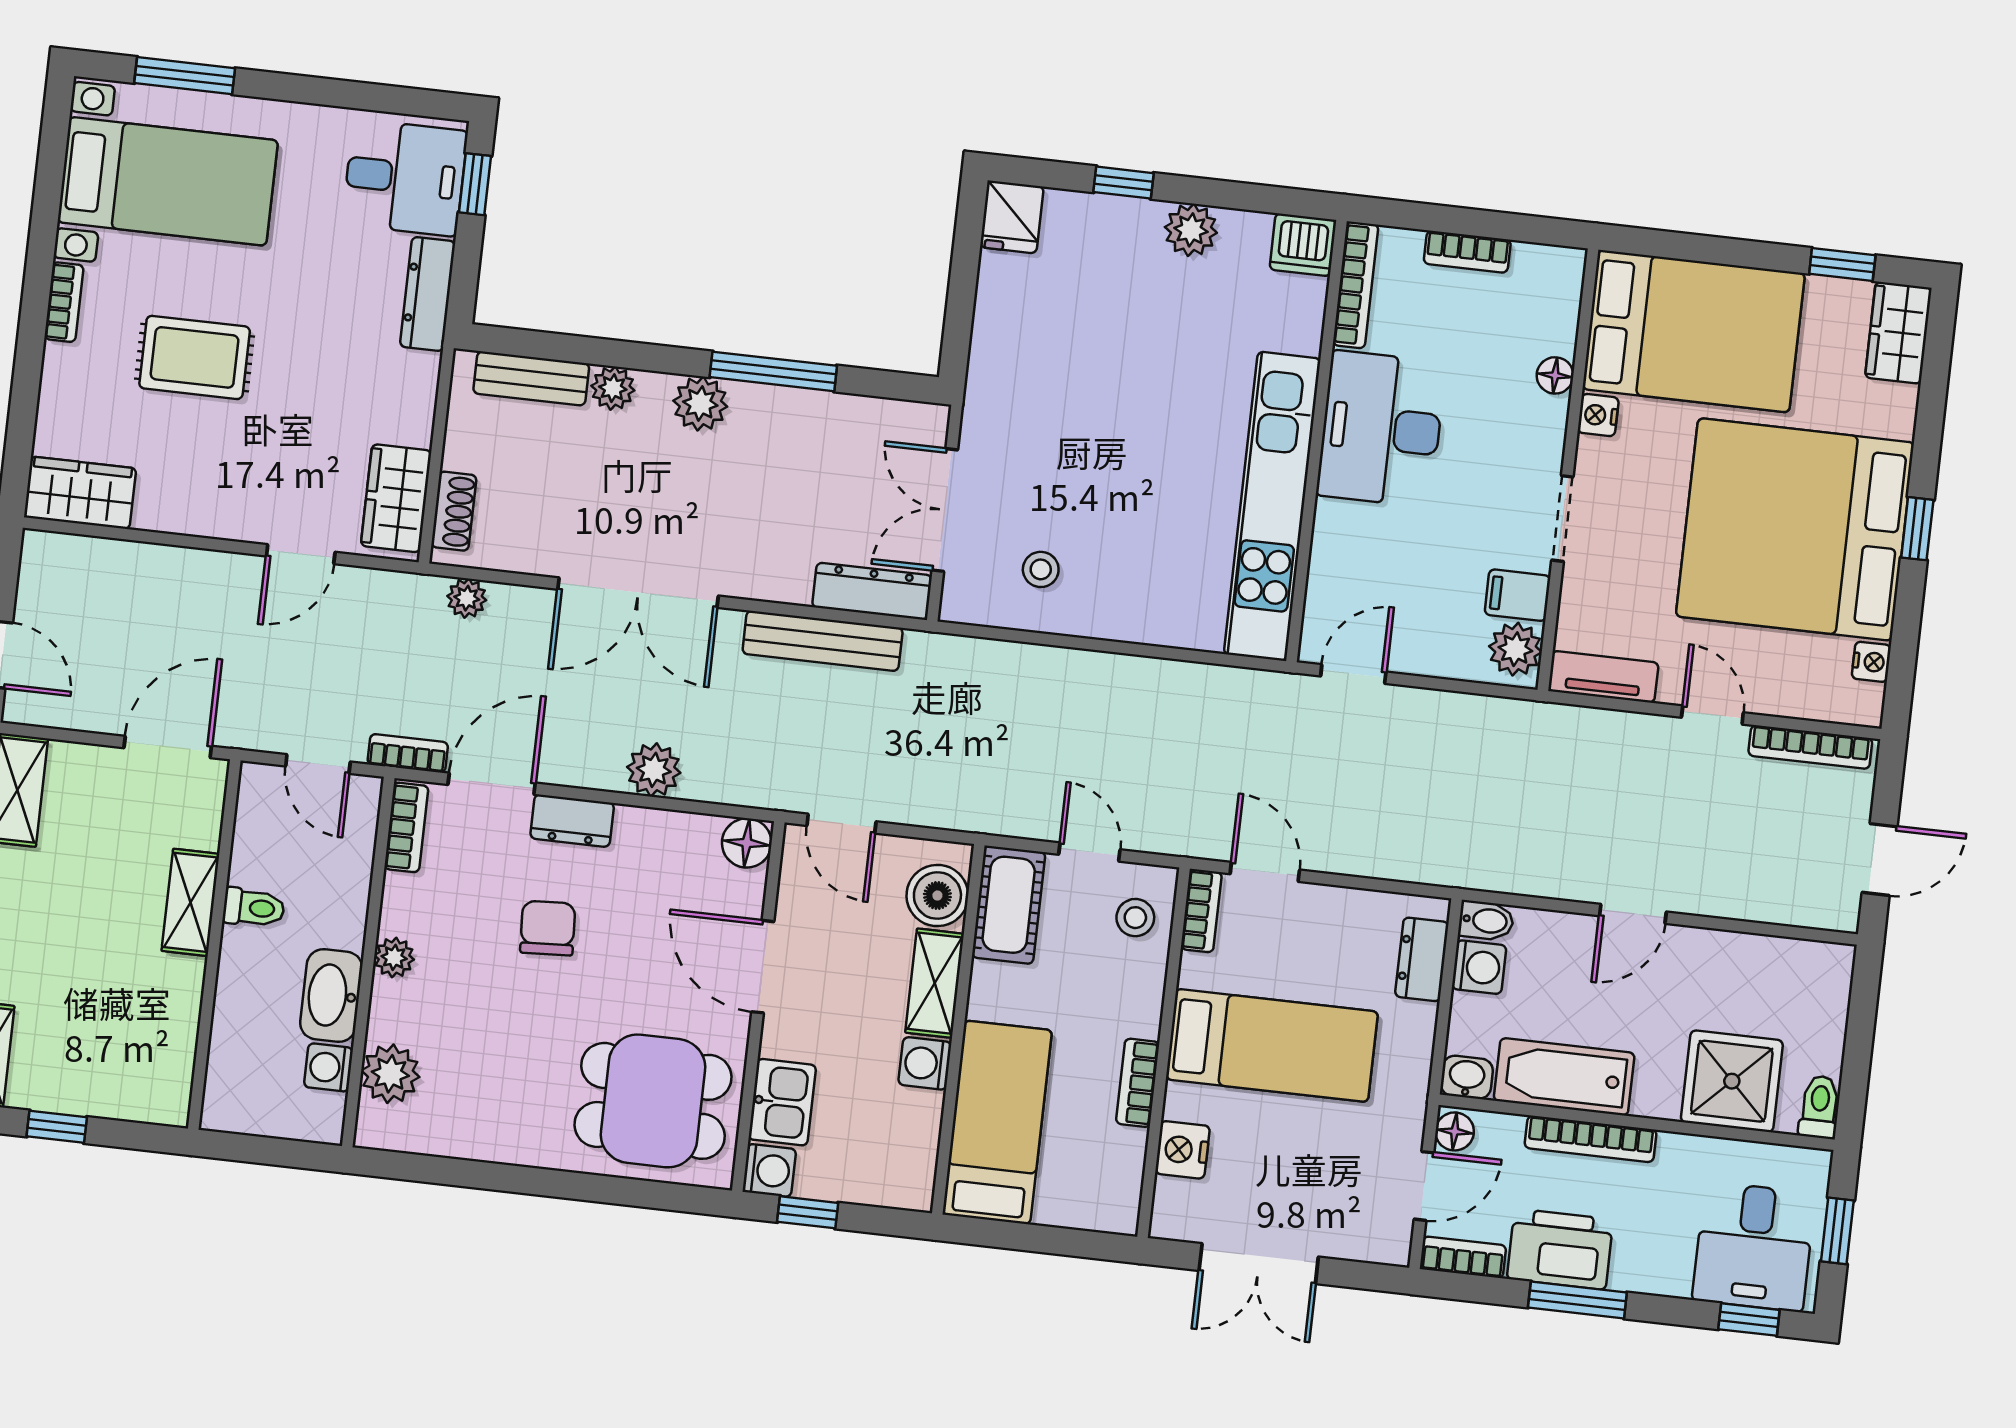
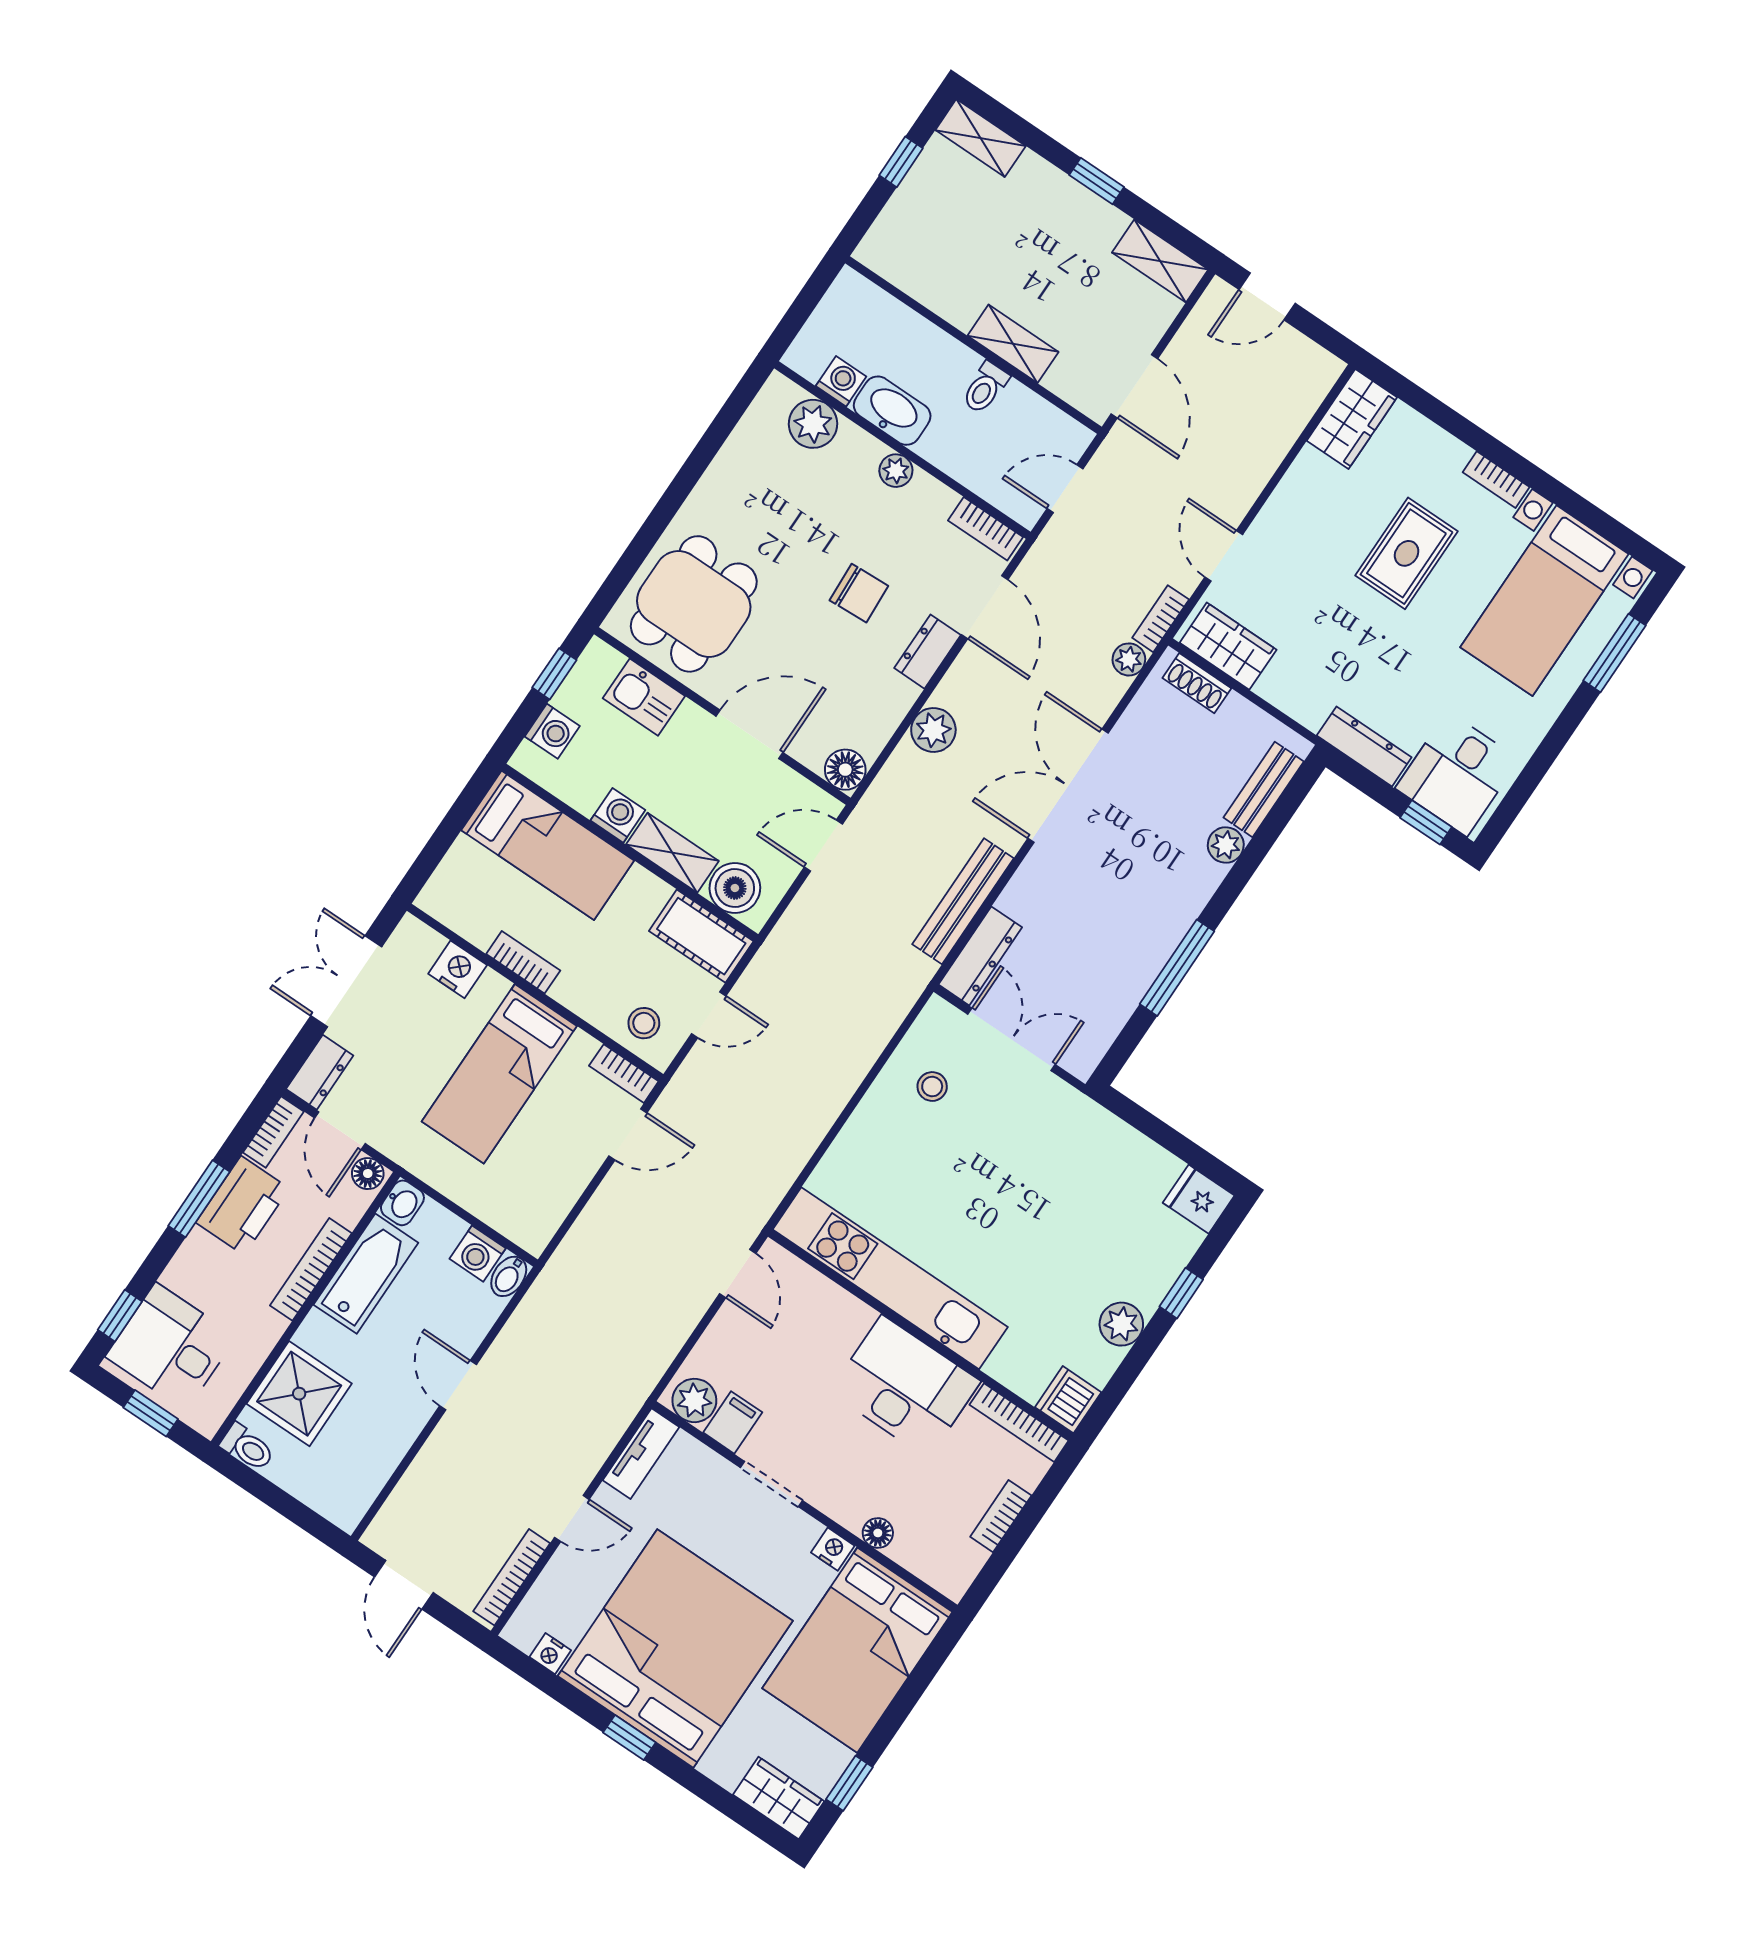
plant: (700, 404) -> (1181, 903), removed
bookcase: (408, 753) -> (1161, 619), moved, turned 180
dresser: (1422, 959) -> (320, 1072), moved, turned 90
washing machine: (769, 1170) -> (552, 731), moved, turned -90

